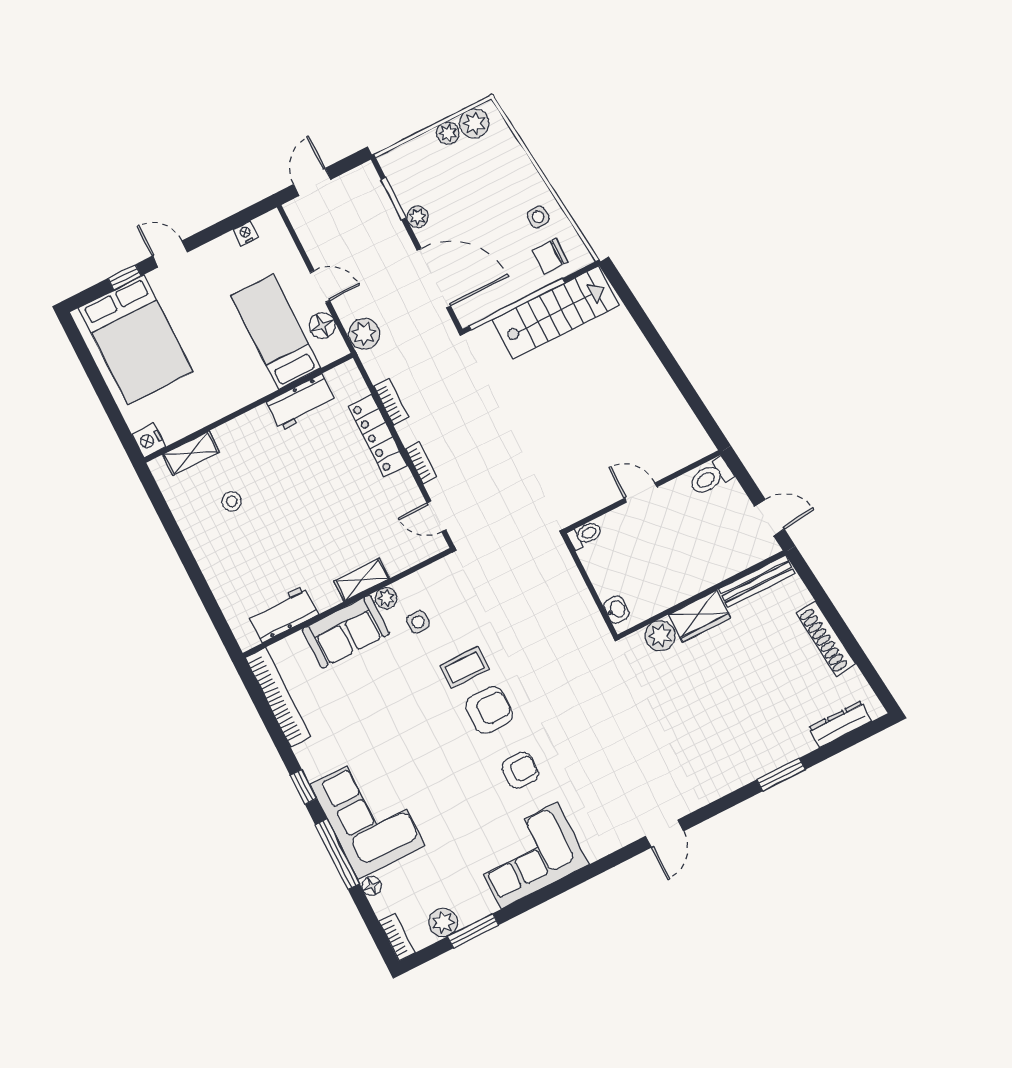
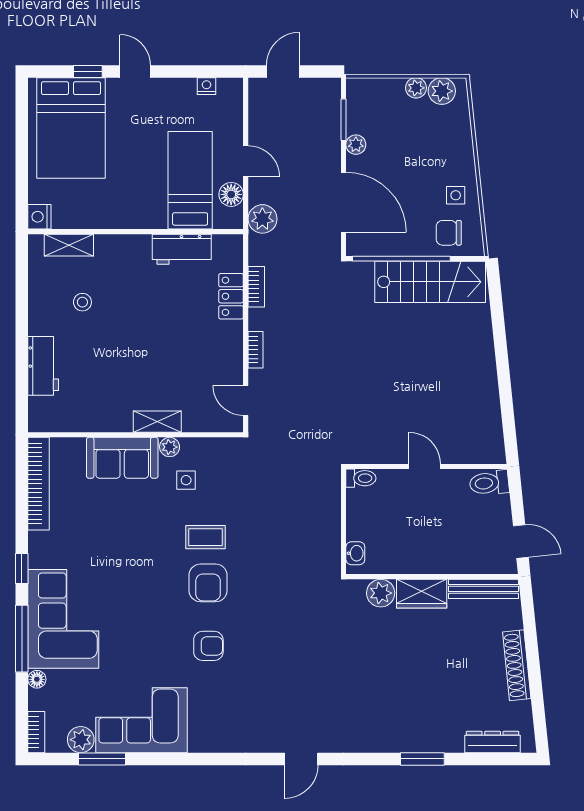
locker: (378, 436) -> (231, 296), width x0.66
workbench: (283, 614) -> (43, 366), moved, turned 90
armchair: (489, 710) -> (208, 583), turned 90
corner sofa: (529, 856) -> (142, 720), moved

